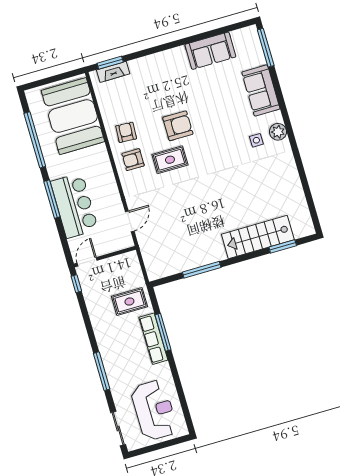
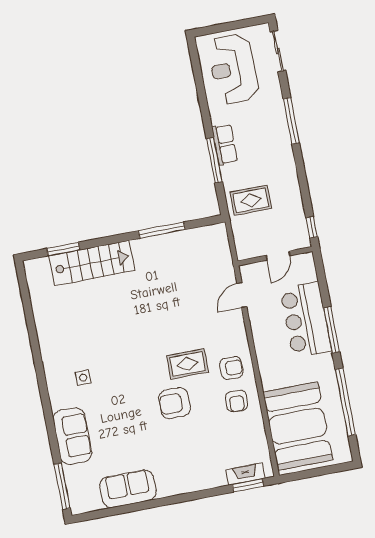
plant: (278, 132) -> (57, 385), removed
door: (87, 262) -> (278, 256), moved
row of seats: (153, 339) -> (225, 144), width x0.68

